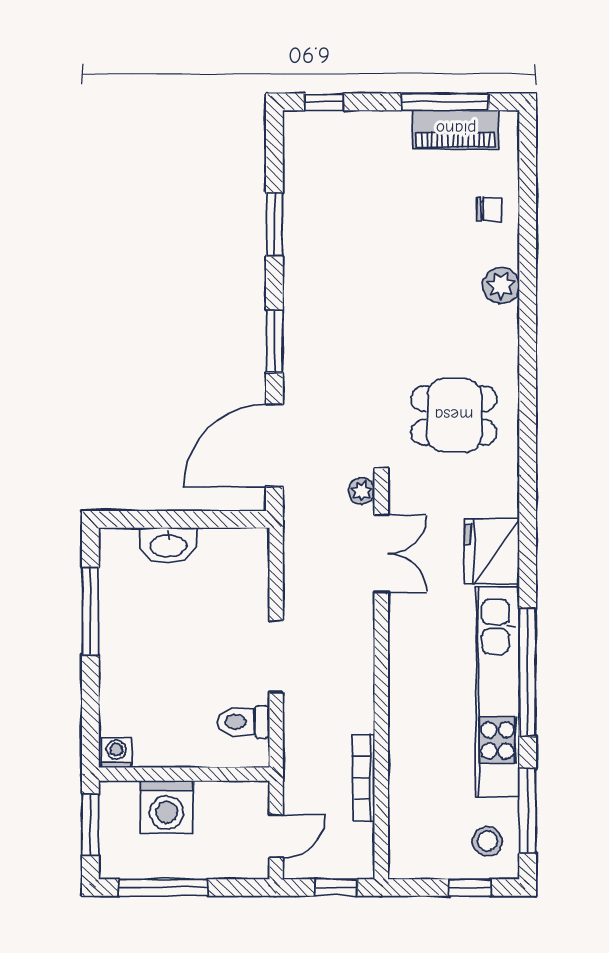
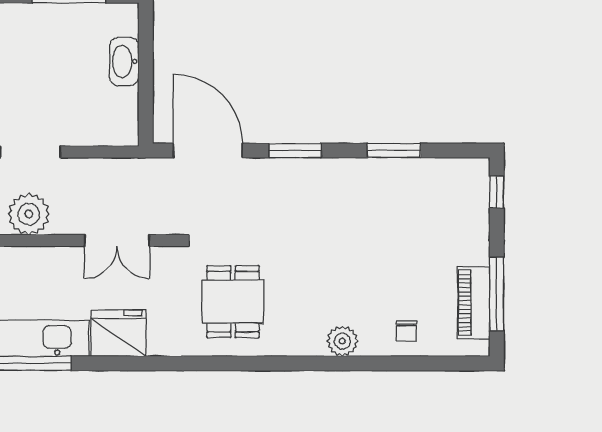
plant: (362, 491) -> (29, 214), moved, width x1.88, depth x1.88

